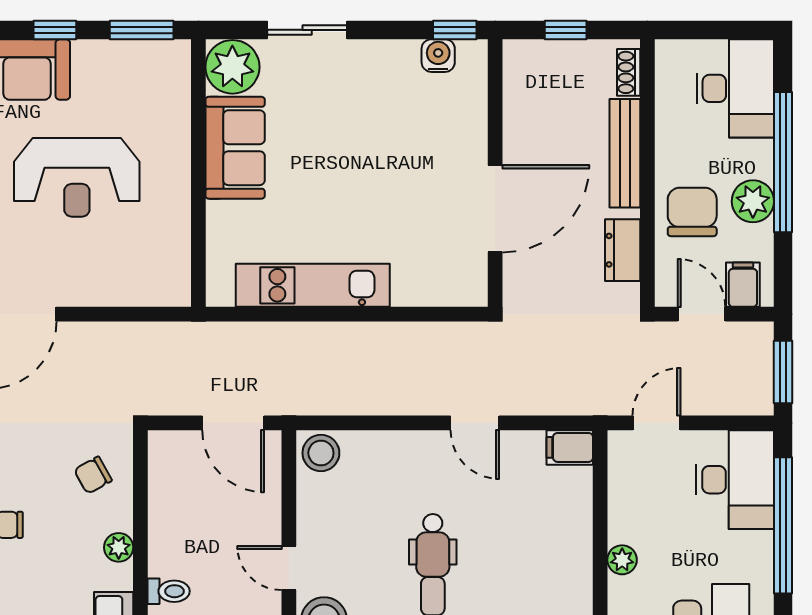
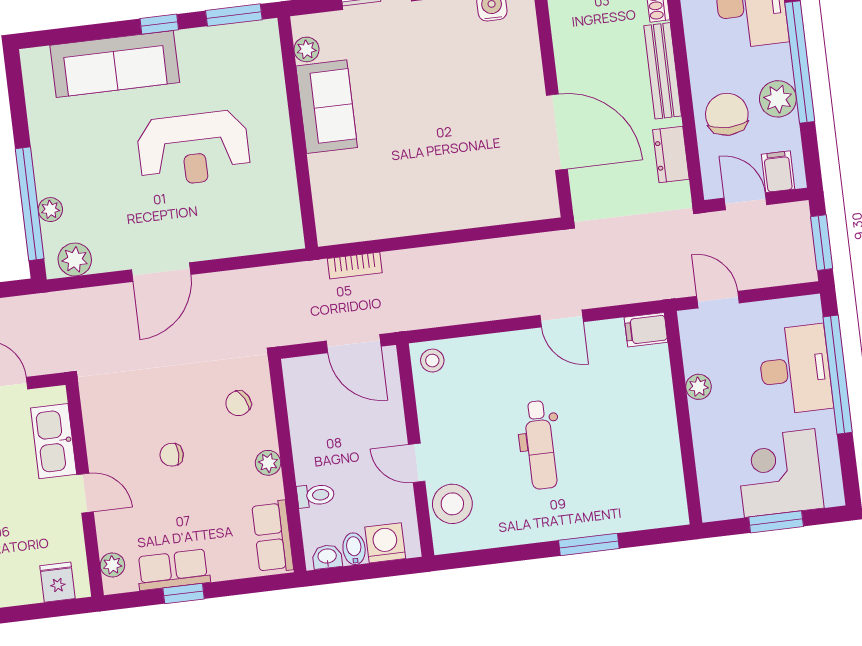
plant: (232, 67) -> (306, 49), width x0.53, depth x0.53
door: (495, 209) -> (557, 132), hinge flipped
kitchen unit: (313, 285) -> (408, 217), removed
bookcase: (245, 334) -> (355, 266), added
door: (656, 423) -> (718, 300), hinge flipped
stool: (321, 453) -> (432, 361), width x0.73, depth x0.73
desk: (735, 480) -> (795, 370), moved
plant: (622, 560) -> (699, 387), moved

